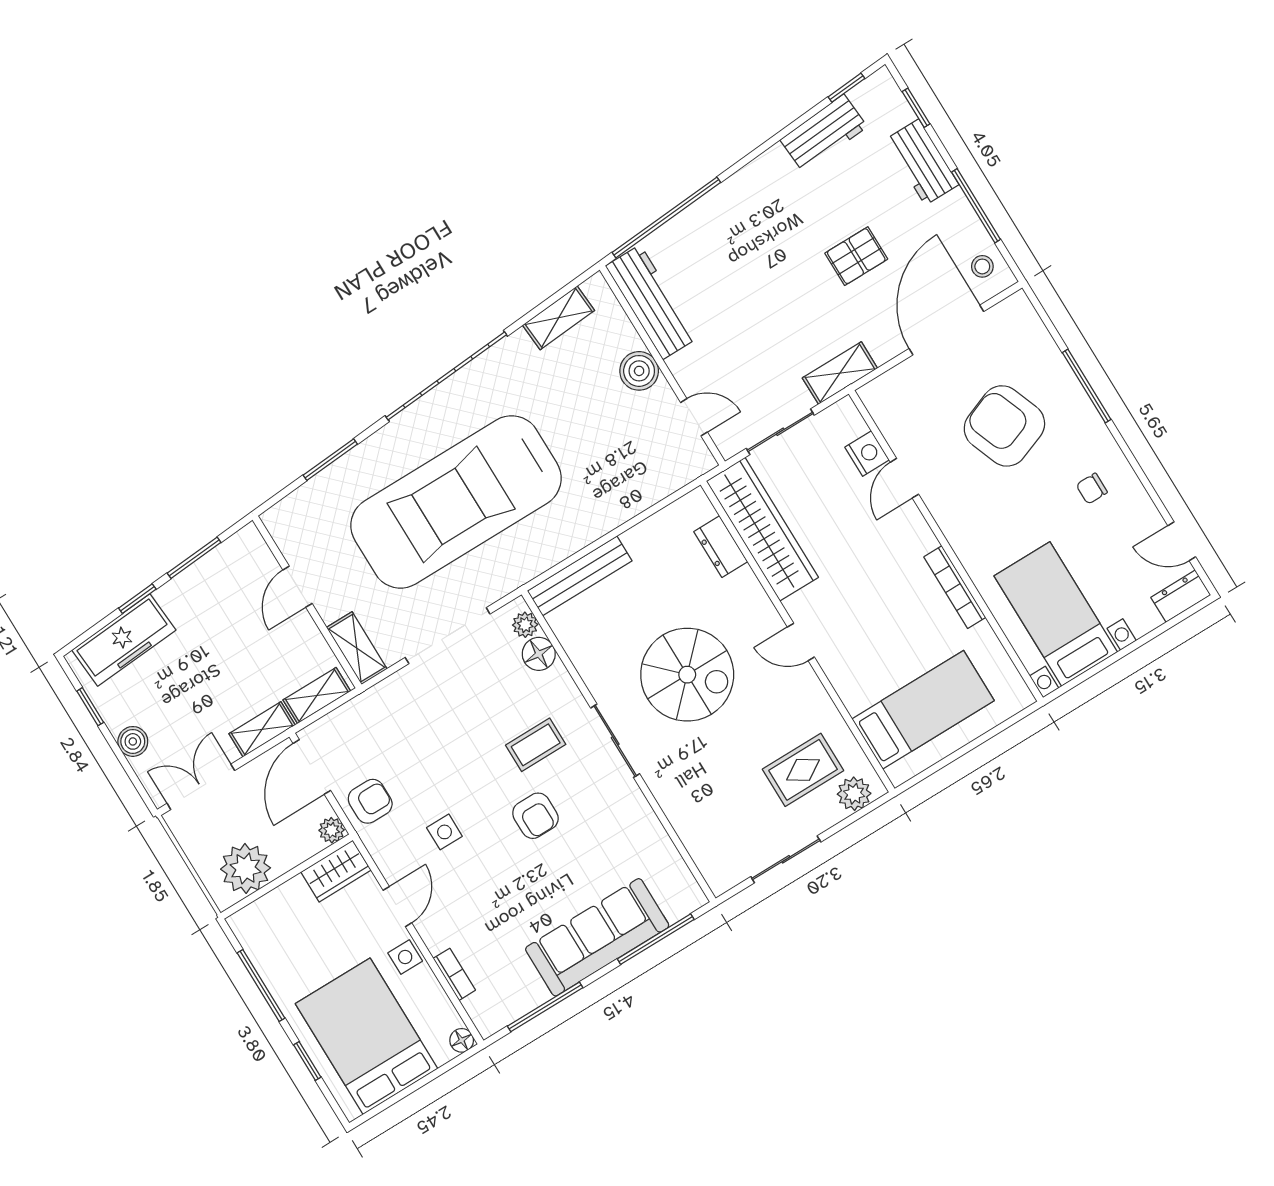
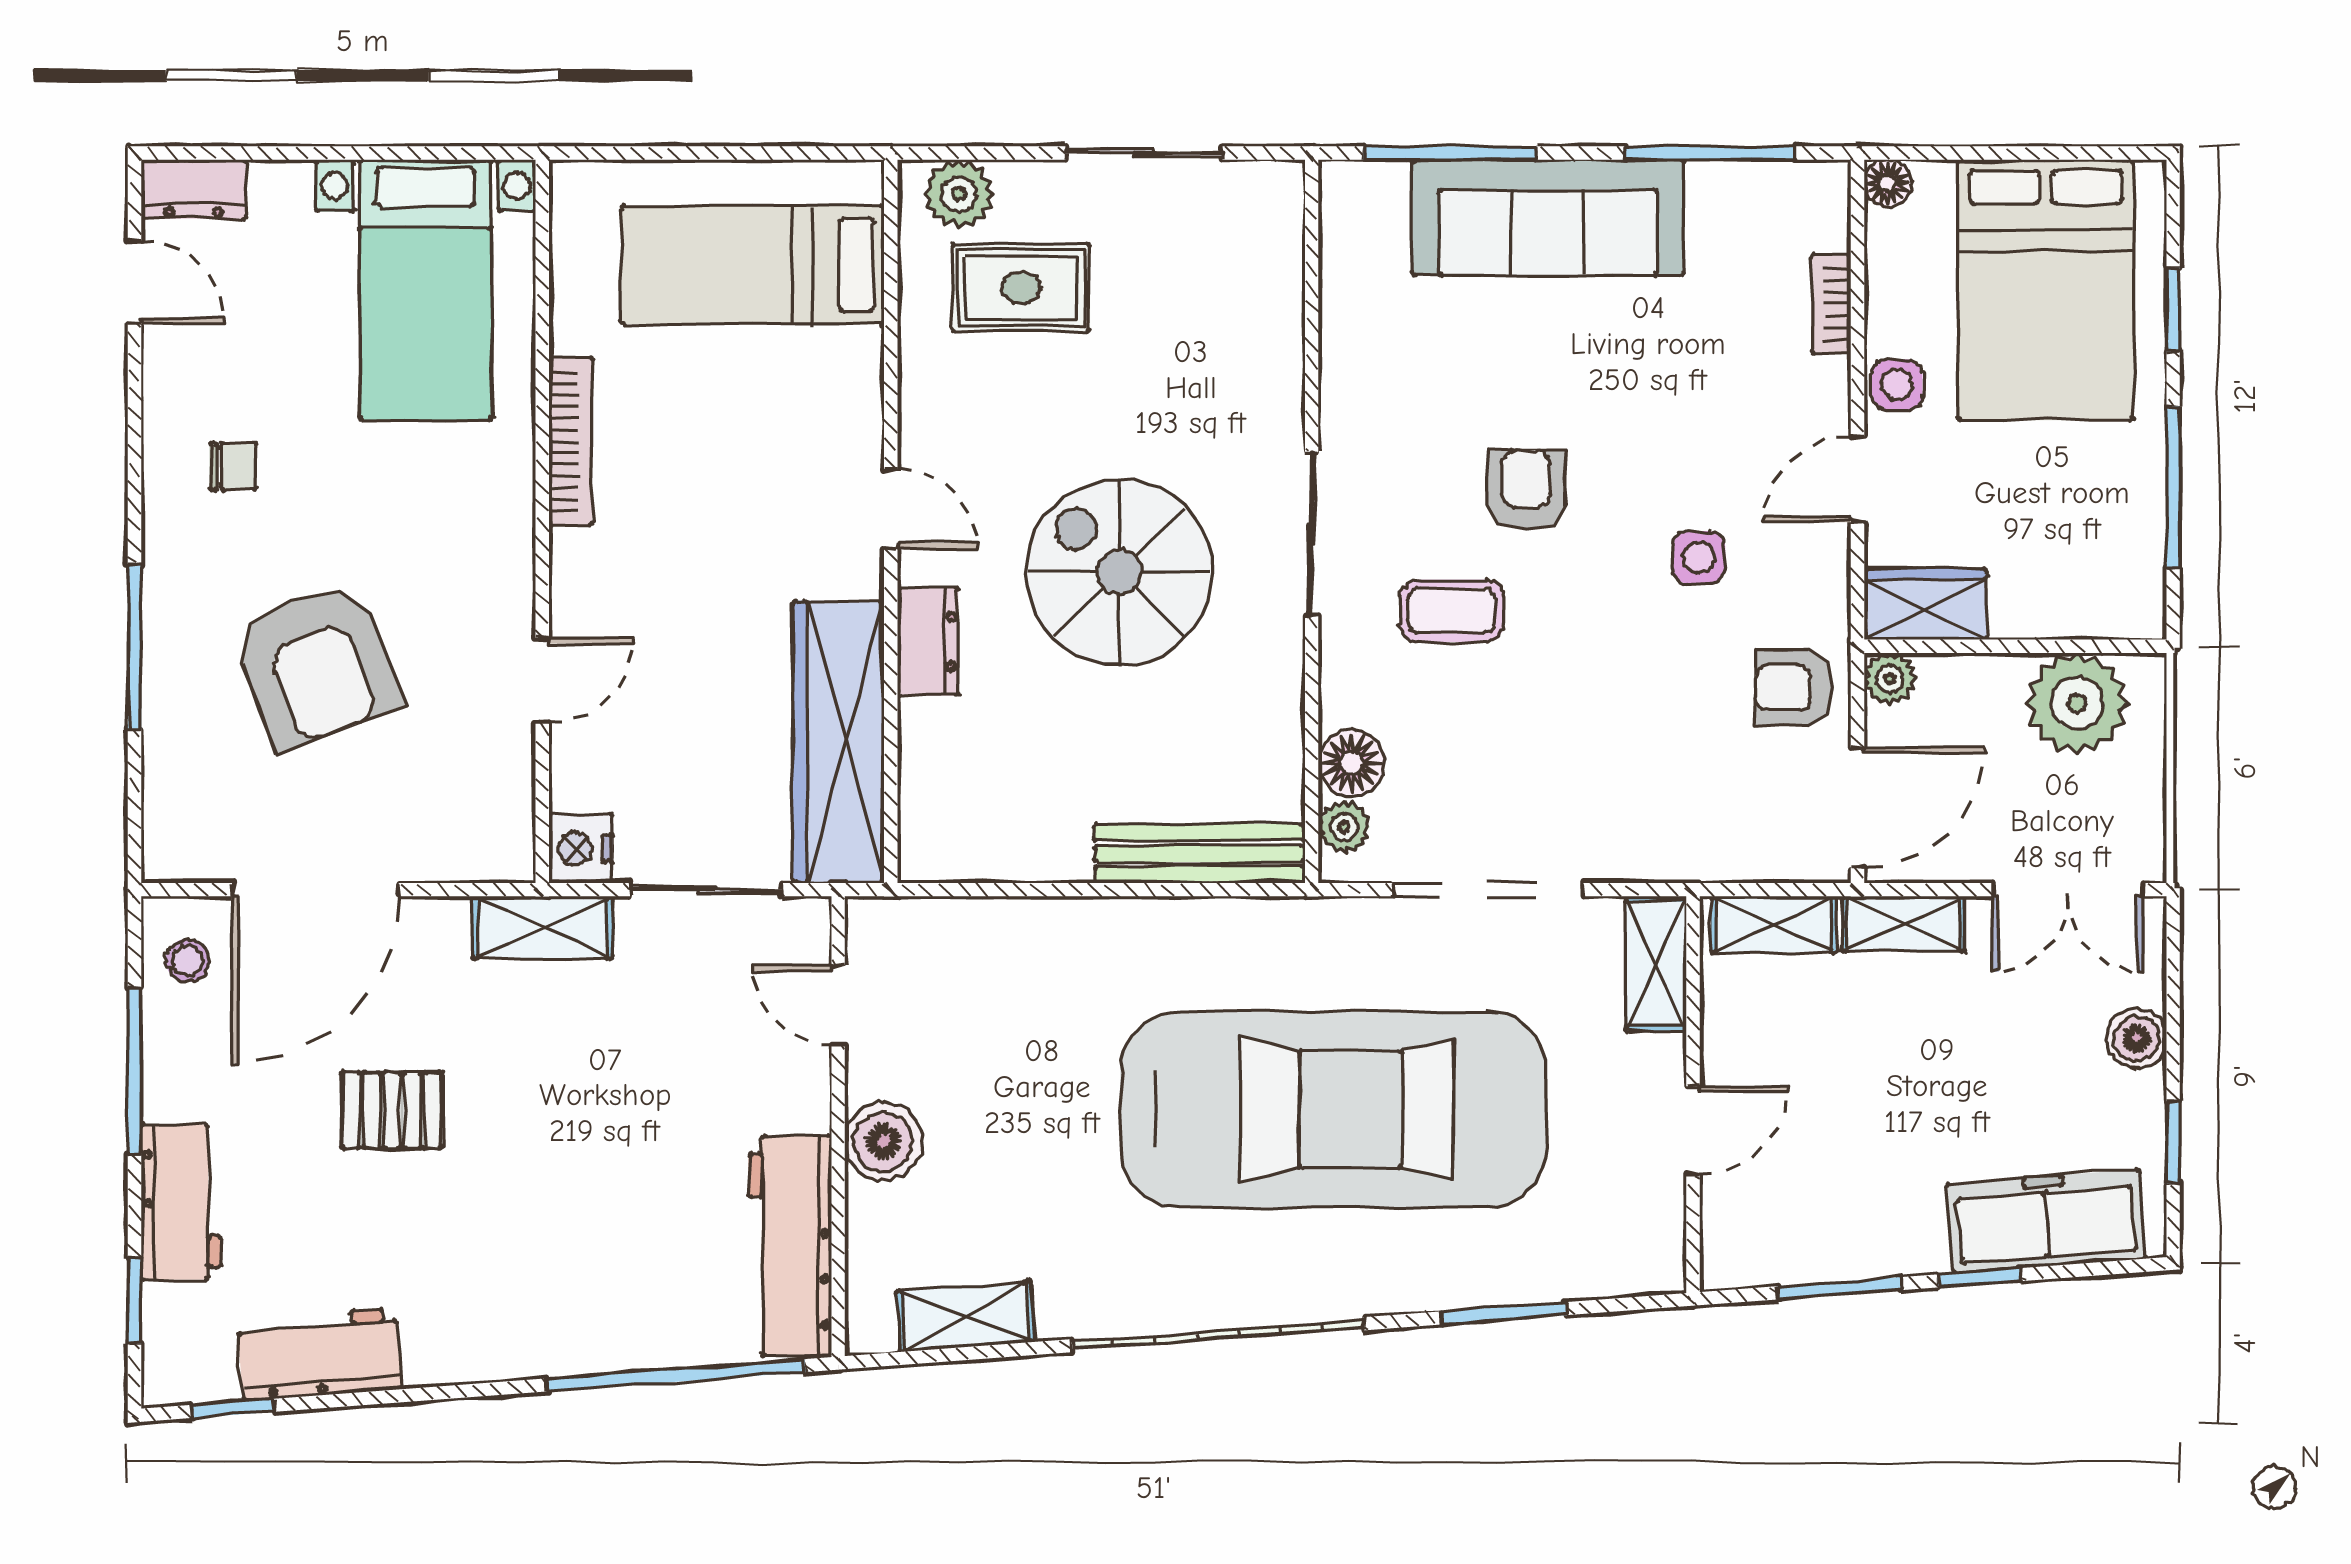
nightstand: (867, 454) -> (580, 849), moved
dresser: (721, 547) -> (928, 641), moved

